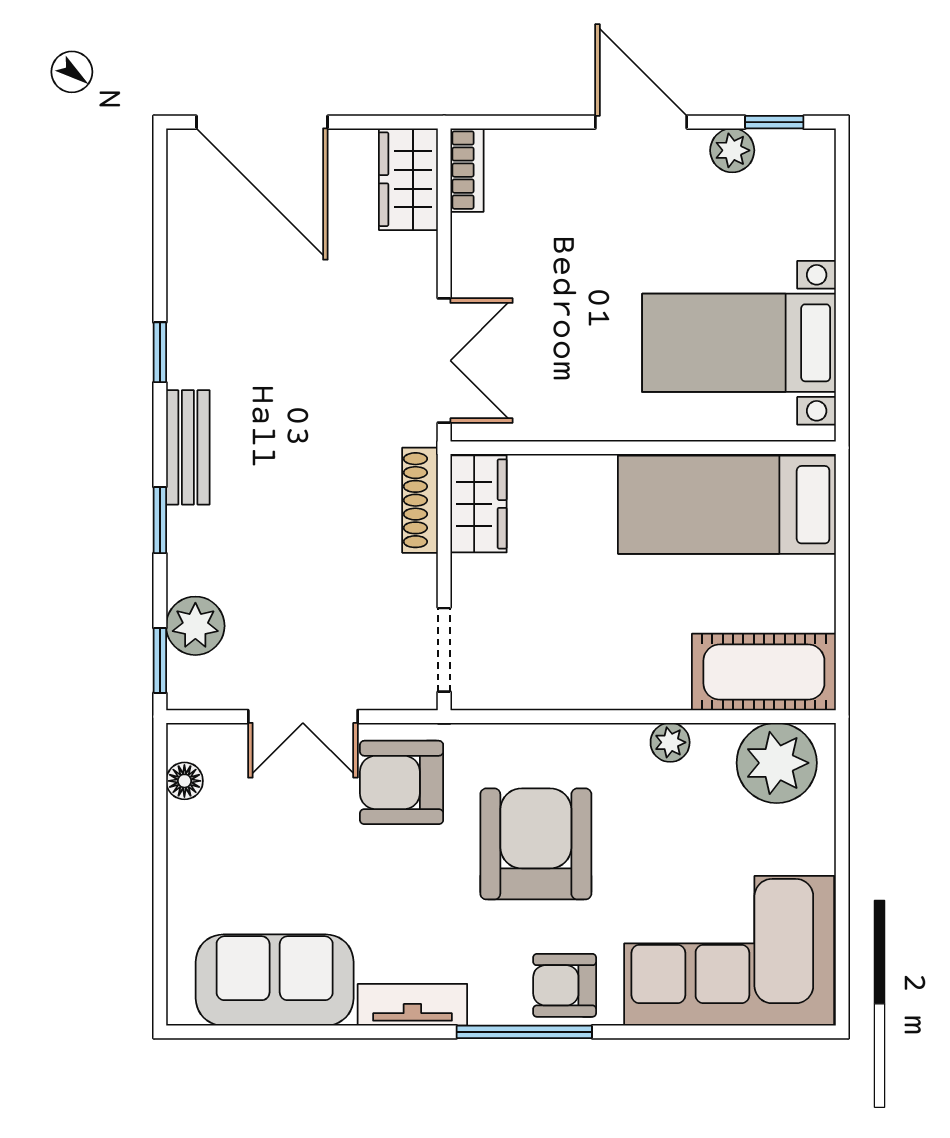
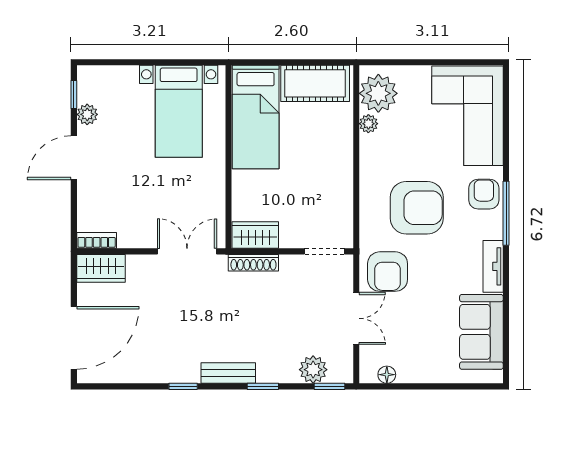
cot: (764, 672) -> (315, 83), moved, turned 90
plant: (670, 742) -> (368, 124), moved
armchair: (536, 844) -> (417, 208), turned 180
armchair: (565, 985) -> (484, 194), turned 180

